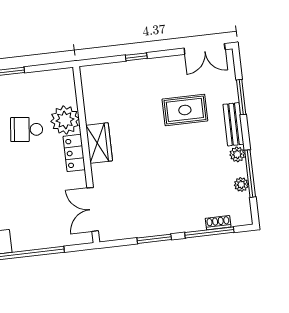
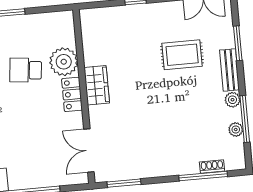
window: (154, 239) -> (124, 183), moved

